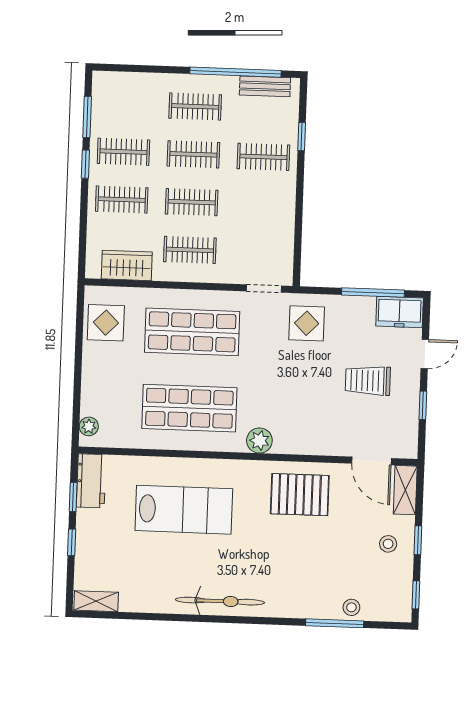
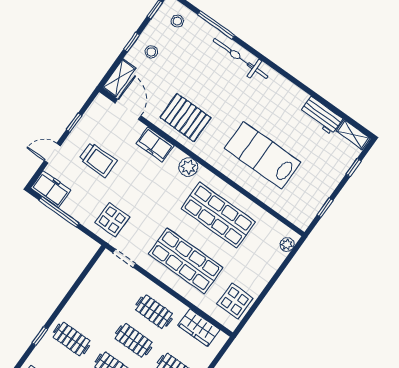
freezer: (314, 441) -> (155, 145), added
workbench: (91, 481) -> (321, 115), moved, turned -90
window: (72, 542) -> (354, 168), moved
bicycle: (220, 601) -> (240, 58), moved
stool: (351, 607) -> (177, 21), moved

